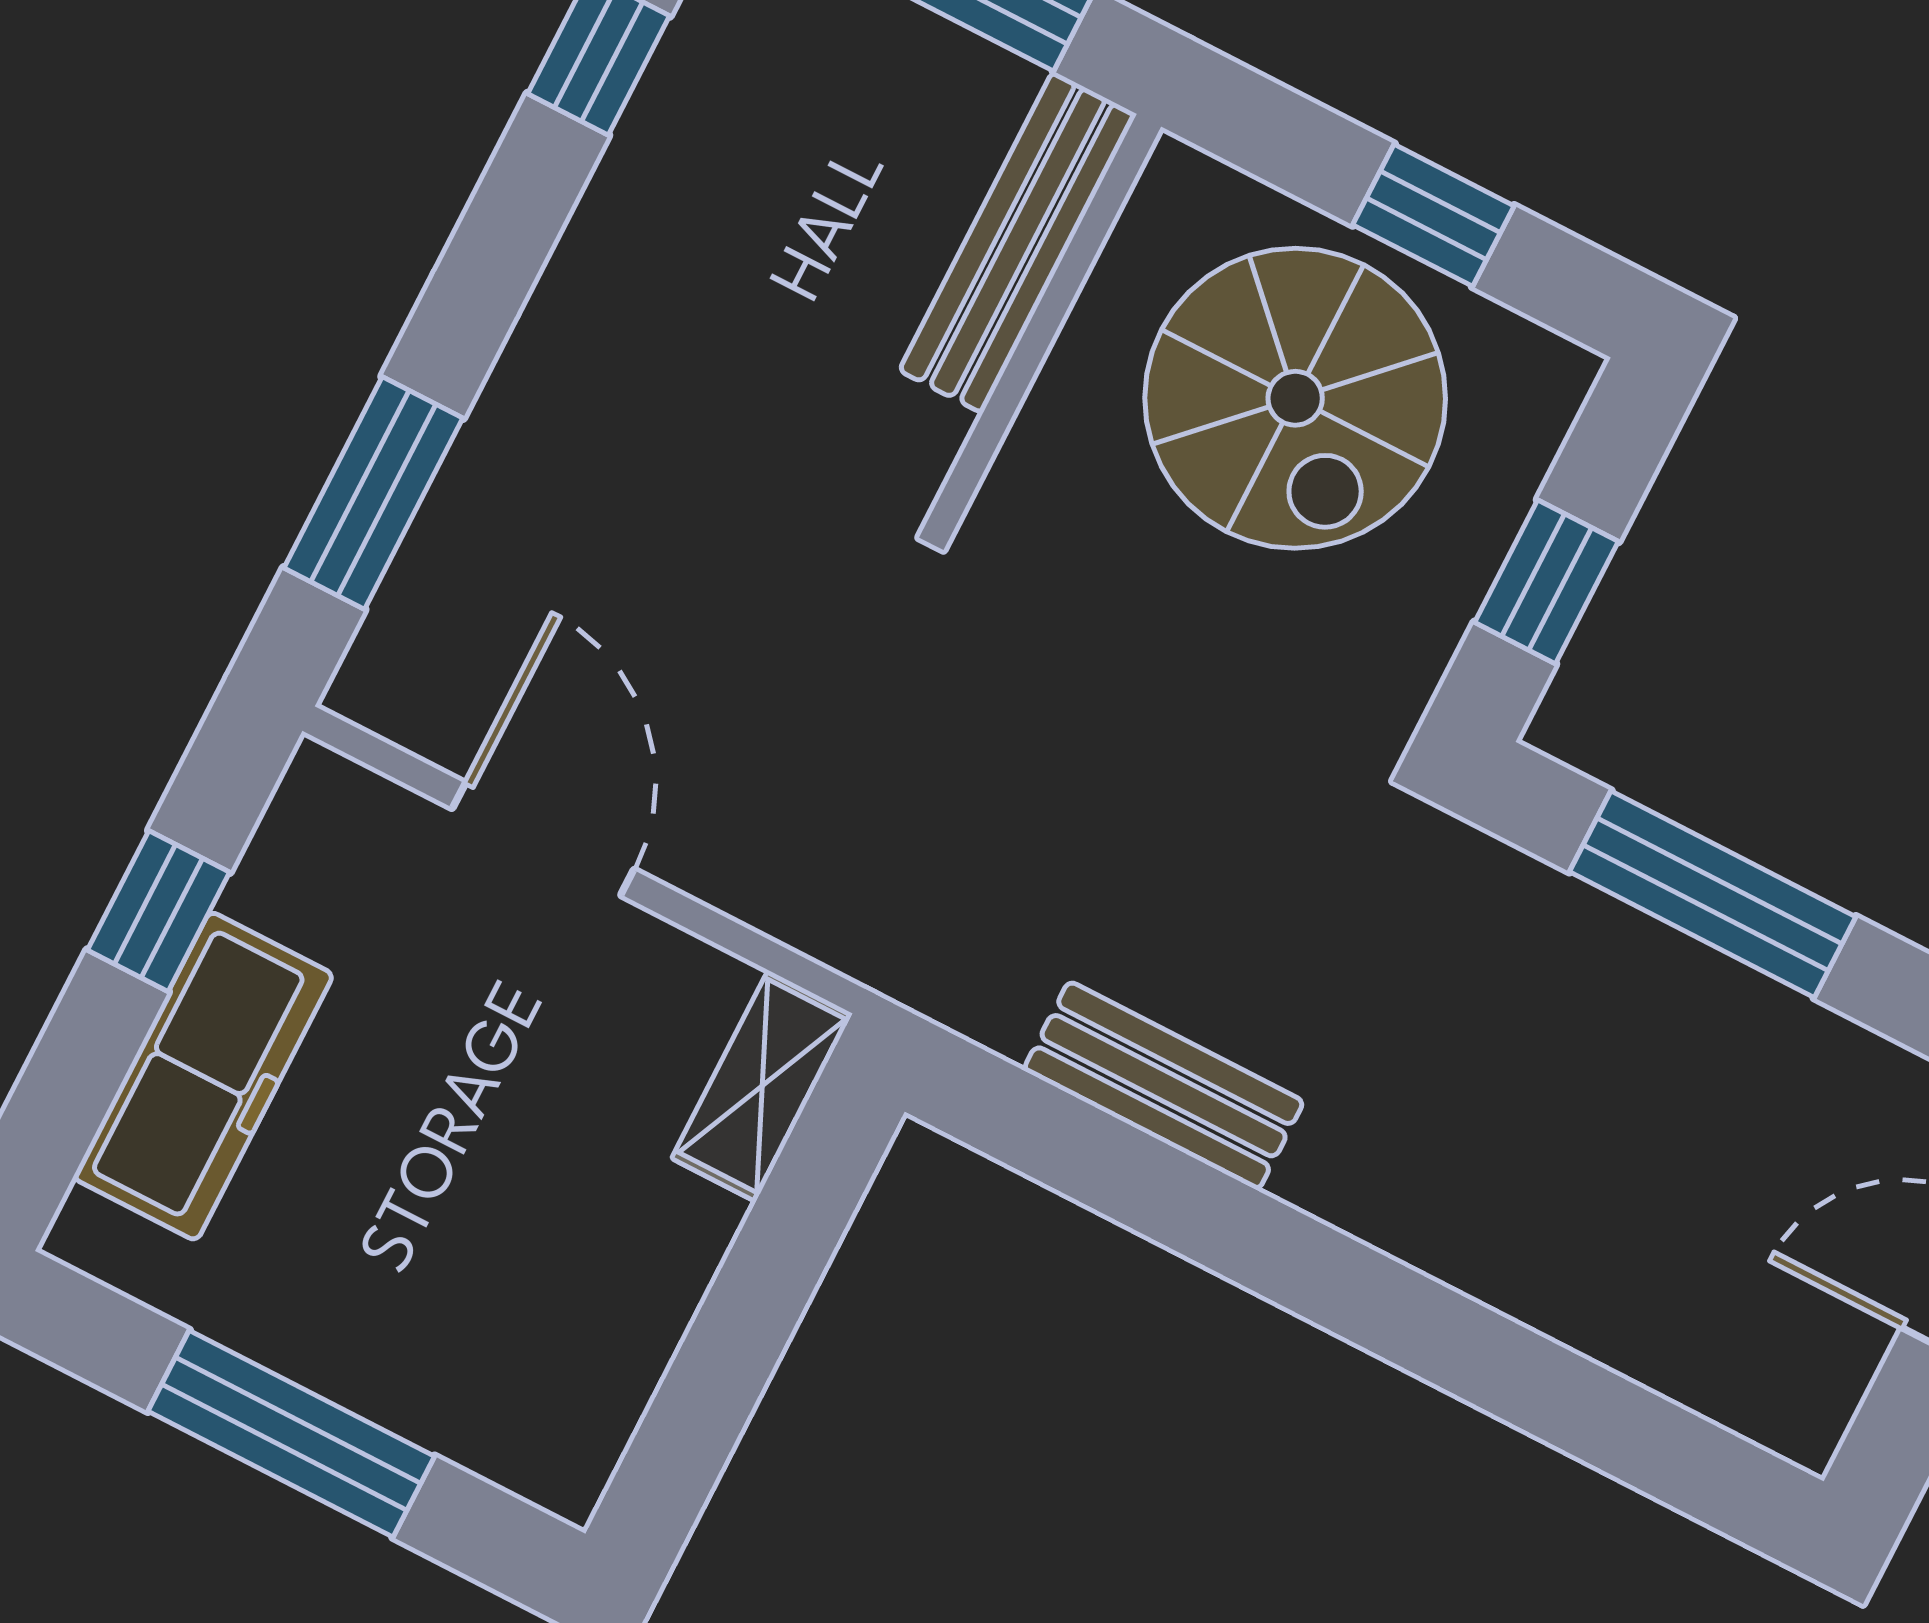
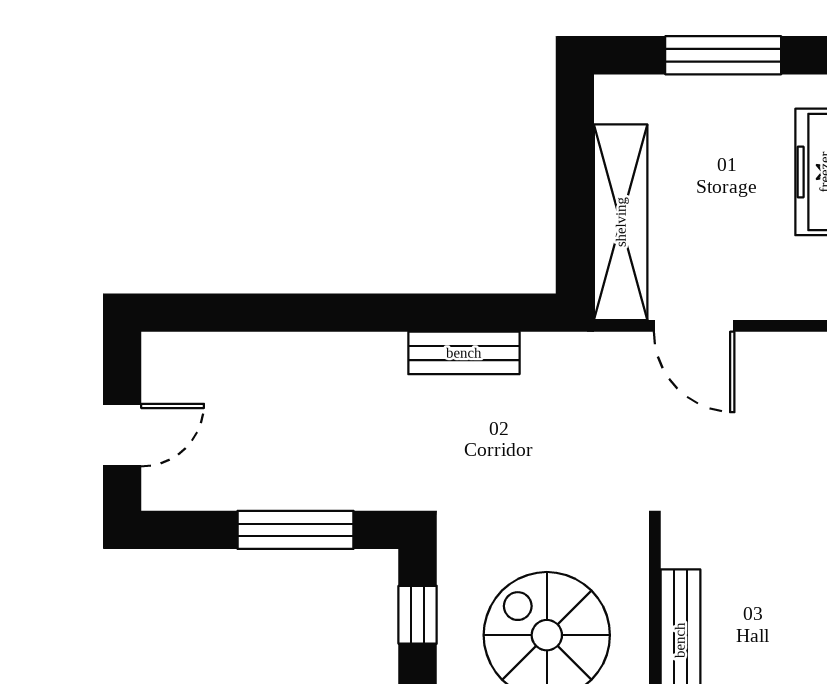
door: (543, 839) -> (694, 326), moved
shelving: (762, 1086) -> (621, 222), width x2.20, depth x1.33

